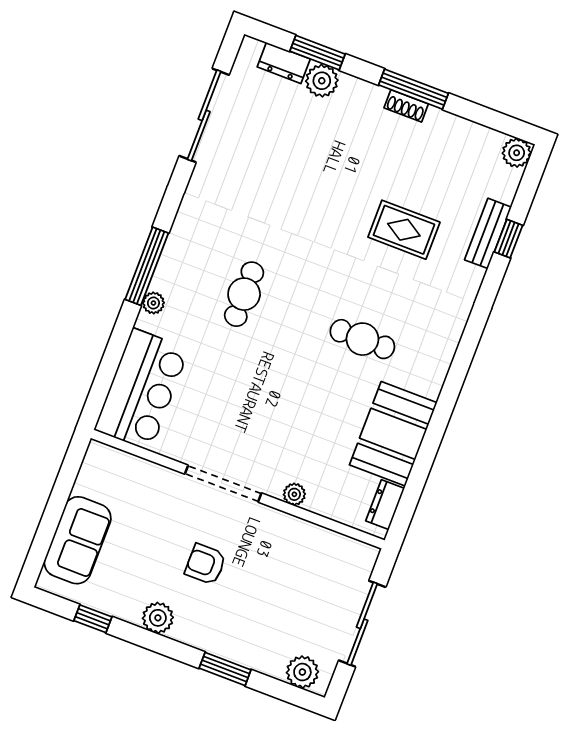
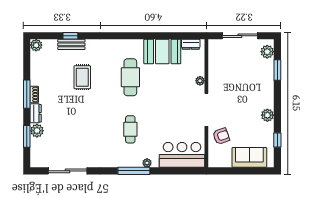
dresser: (284, 63) -> (36, 113), moved
cafe table: (244, 294) -> (130, 129), turned 90
cafe table: (362, 339) -> (130, 77), width x1.37, depth x1.35
armchair: (206, 564) -> (221, 136), moved, turned -109
window: (225, 669) -> (277, 70), moved

